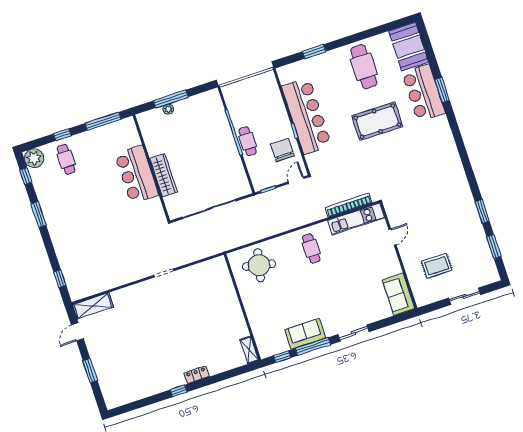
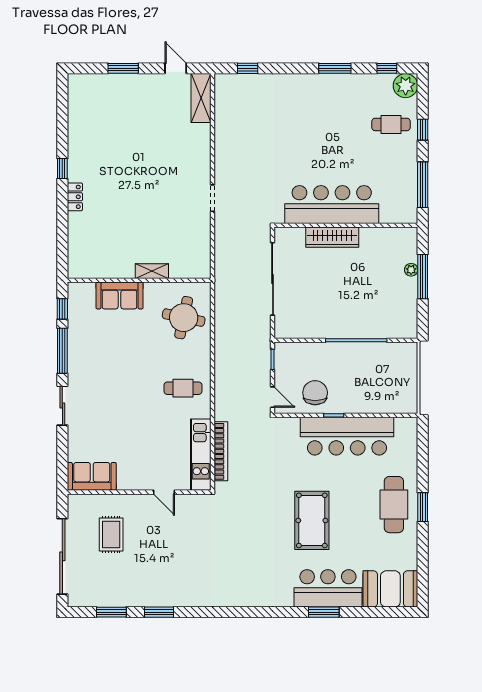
window: (314, 51) -> (423, 507), moved
cafe table: (364, 67) -> (394, 505), moved, turned 90
cafe table: (248, 141) -> (340, 354), removed
chair: (282, 150) -> (315, 393), turned -90
bar counter: (137, 174) -> (332, 204), width x1.36
sliding door: (465, 296) -> (62, 556), width x1.86
sofa: (305, 334) -> (119, 295), moved, turned 90
shelving: (249, 350) -> (152, 271), moved

